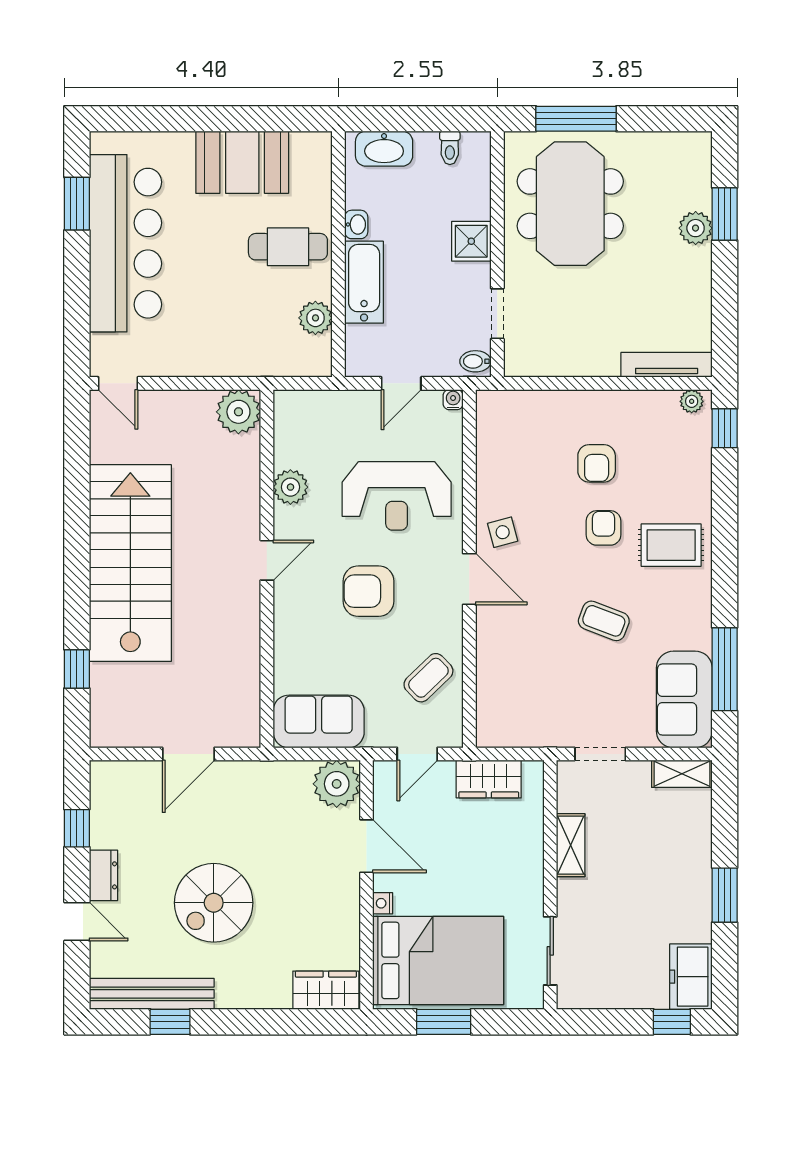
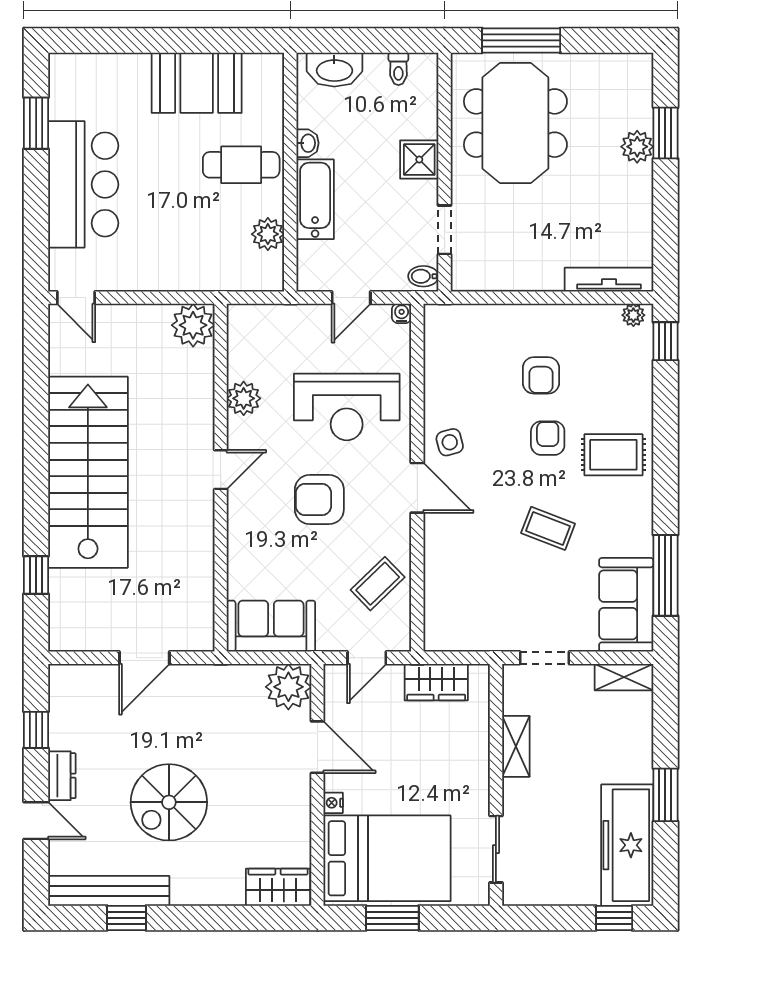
bar counter: (125, 243) -> (83, 184), width x0.73
freezer: (691, 977) -> (627, 845), width x1.91, depth x1.26

